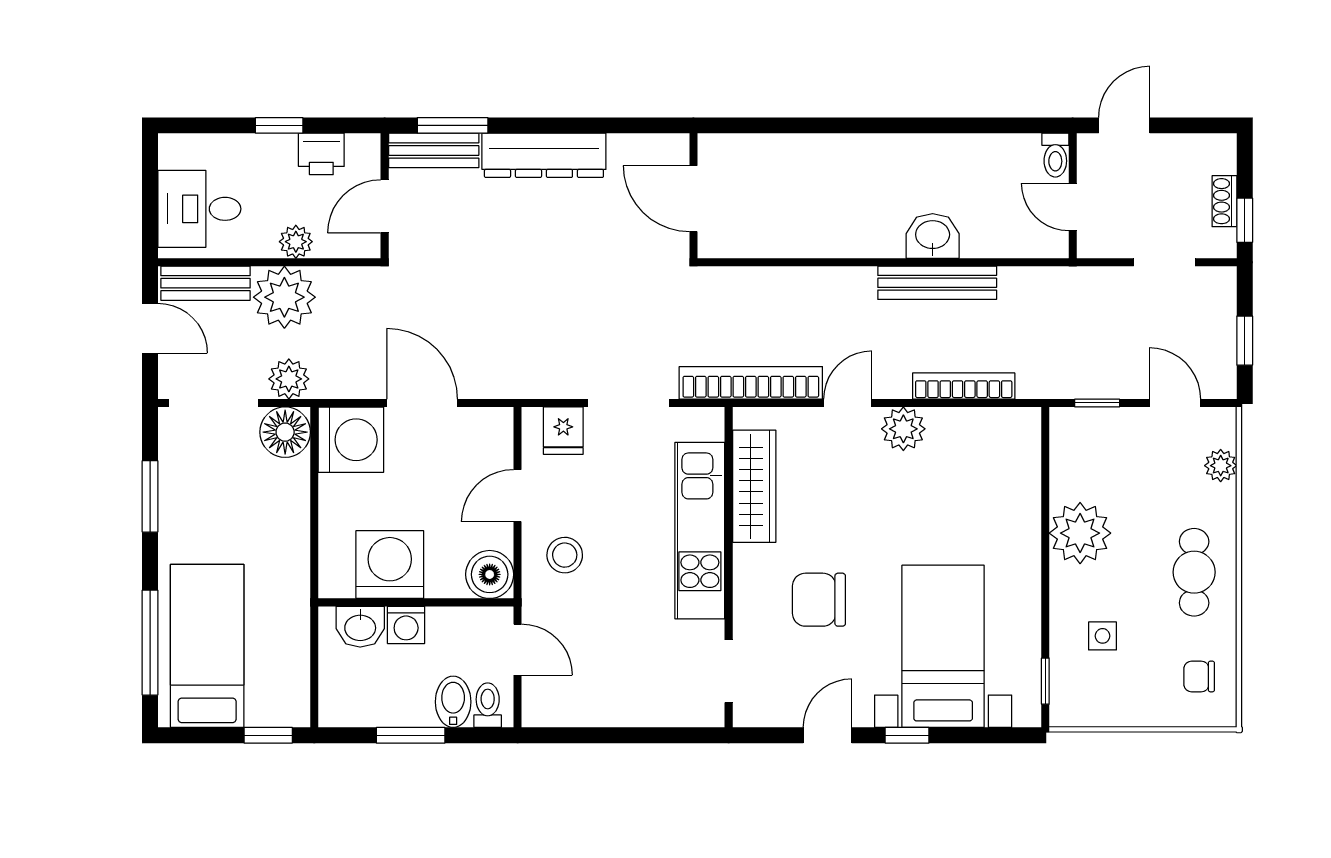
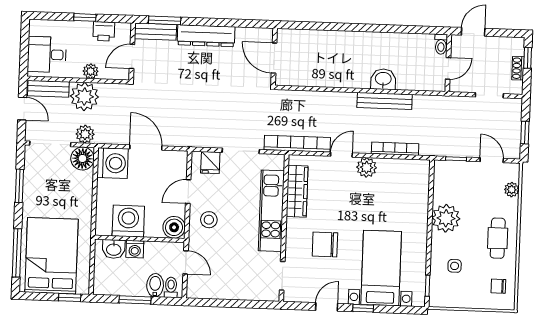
door: (1073, 207) -> (448, 68), swing flipped
window: (1245, 220) -> (528, 58), moved
bed: (207, 646) -> (51, 256), width x1.50

